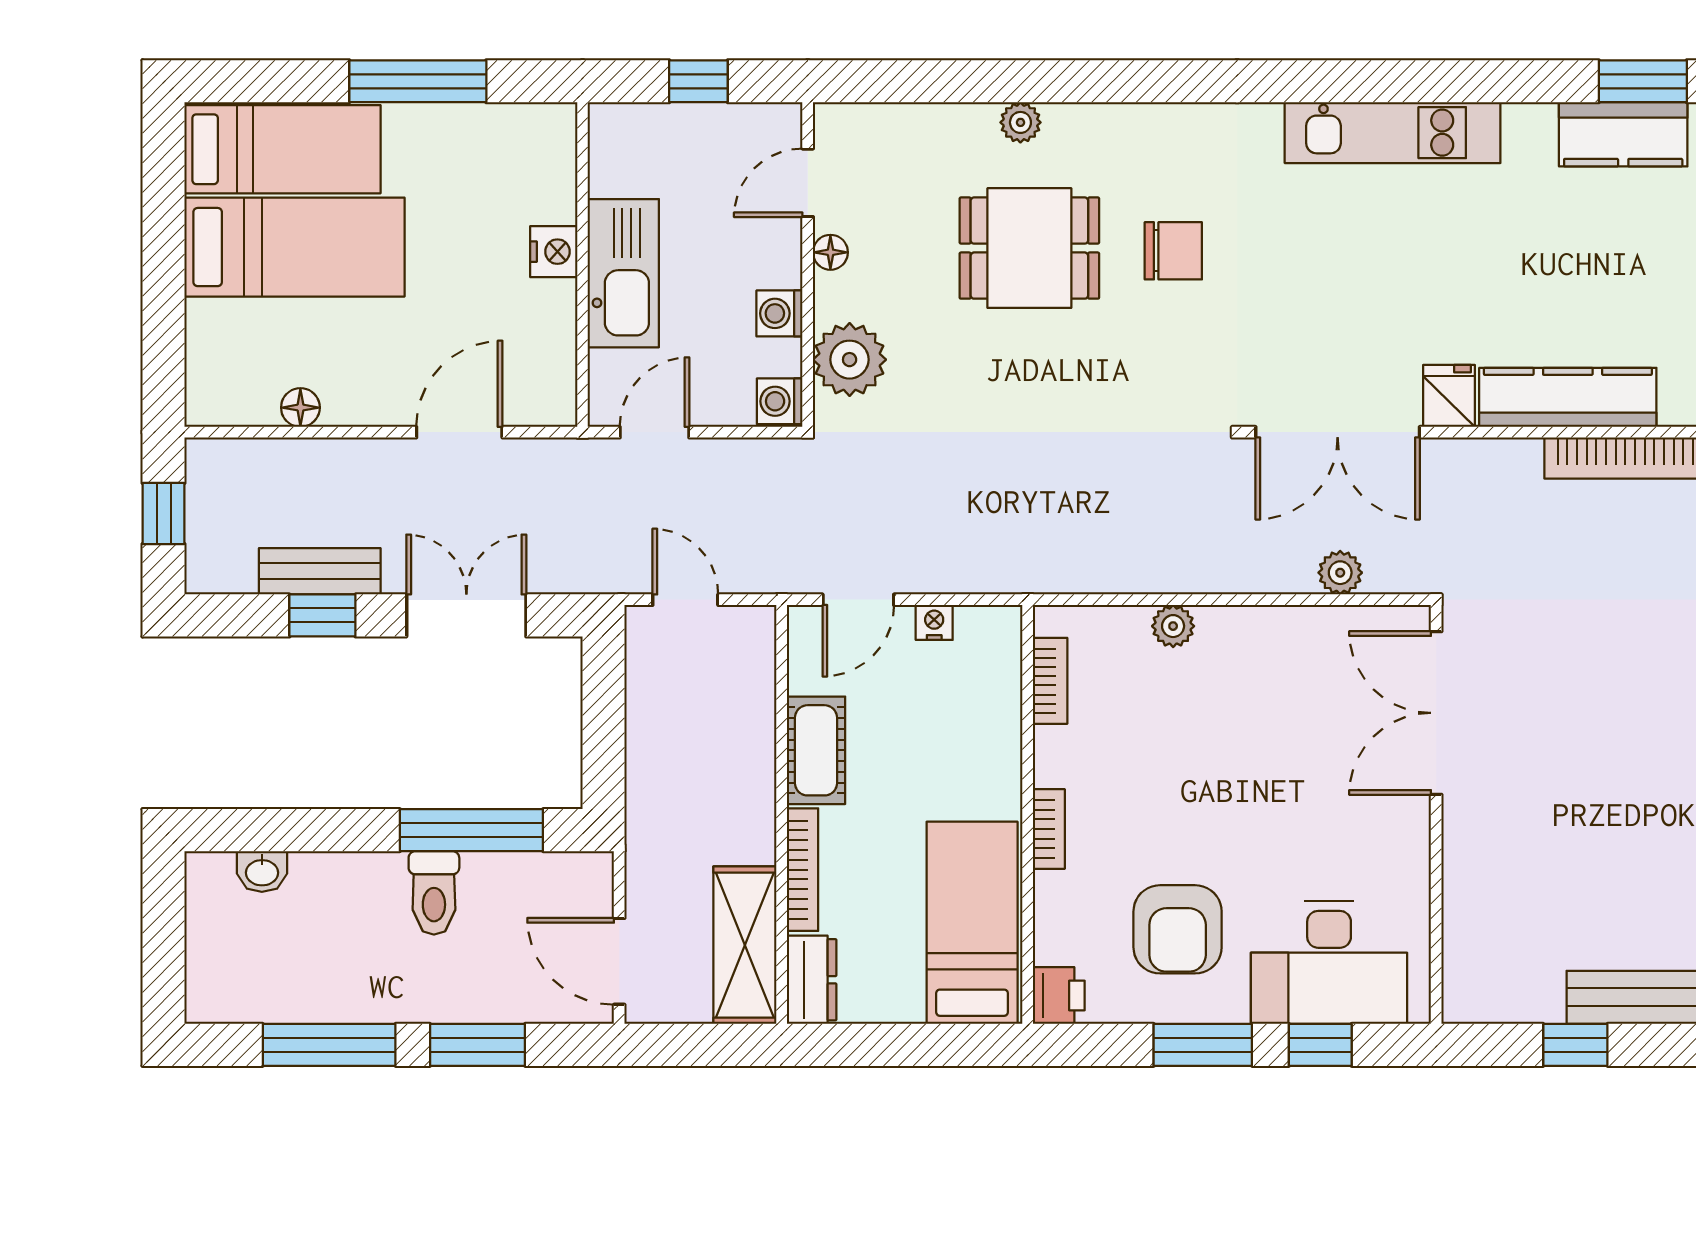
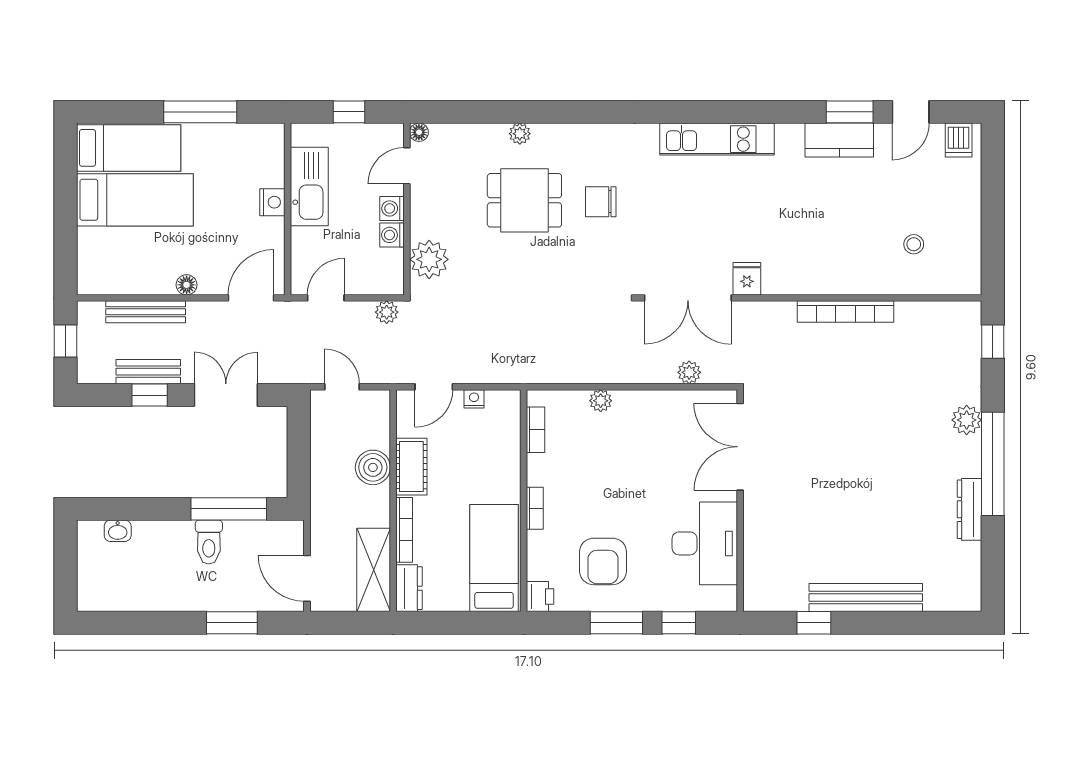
chair: (1173, 251) -> (601, 202), turned 180
floor lamp: (830, 252) -> (419, 132), moved
kitchen sink: (623, 273) -> (309, 186), moved
kitchen counter: (1568, 397) -> (810, 279), removed
washing machine: (780, 401) -> (392, 208), moved
floor lamp: (300, 408) -> (187, 285), moved
door: (459, 432) -> (251, 298), moved
bench: (315, 458) -> (146, 312), added
plant: (769, 459) -> (387, 312), added
boiler: (743, 752) -> (373, 467), added
desk: (1329, 963) -> (705, 543), moved, turned -90
window: (329, 1045) -> (153, 623), removed

